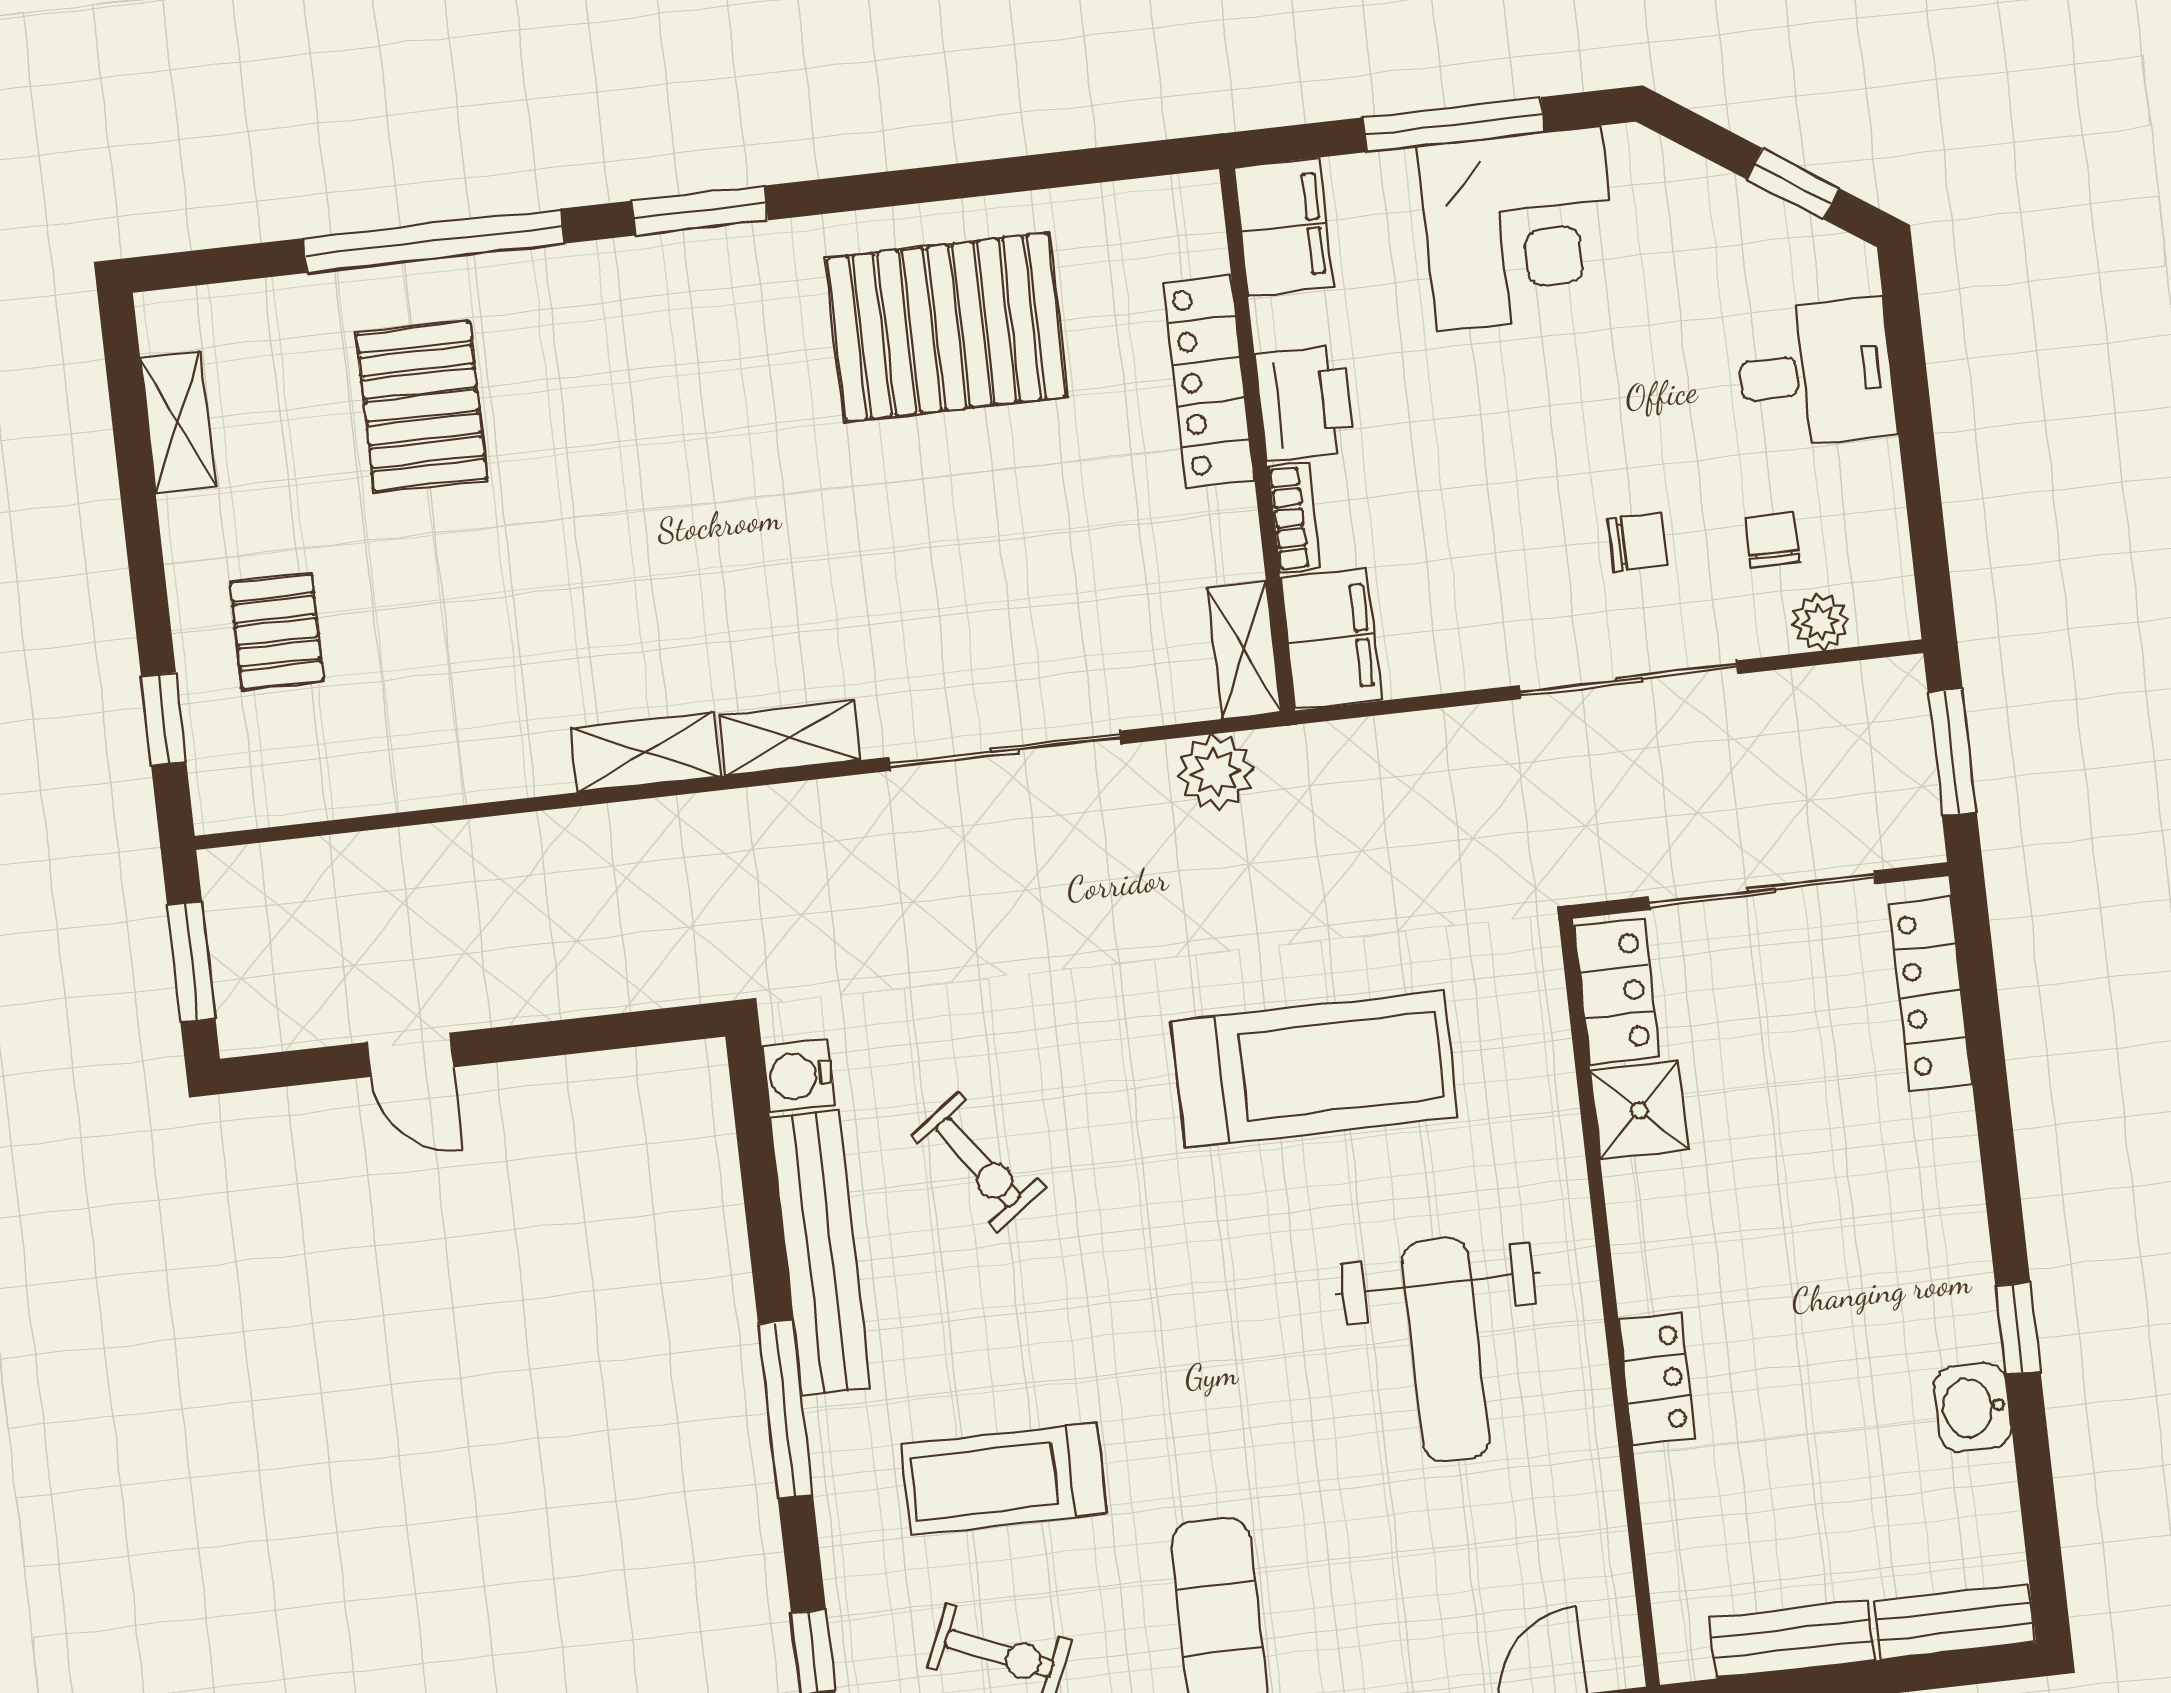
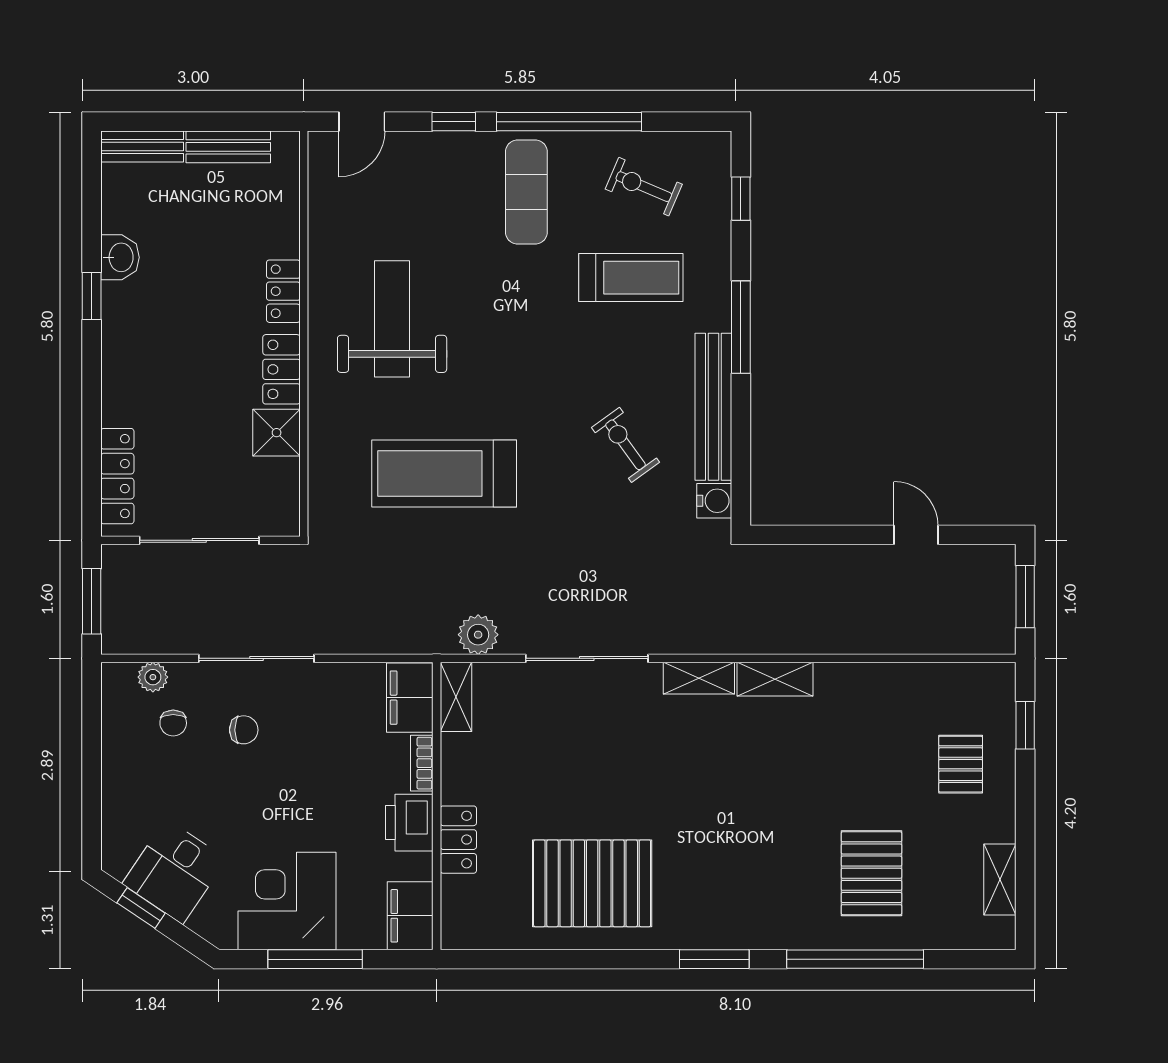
desk: (1816, 374) -> (174, 871), moved, turned -56
locker: (1209, 381) -> (458, 840), width x0.66
chair: (1637, 542) -> (244, 730), turned 180
locker: (1616, 992) -> (281, 369), moved

